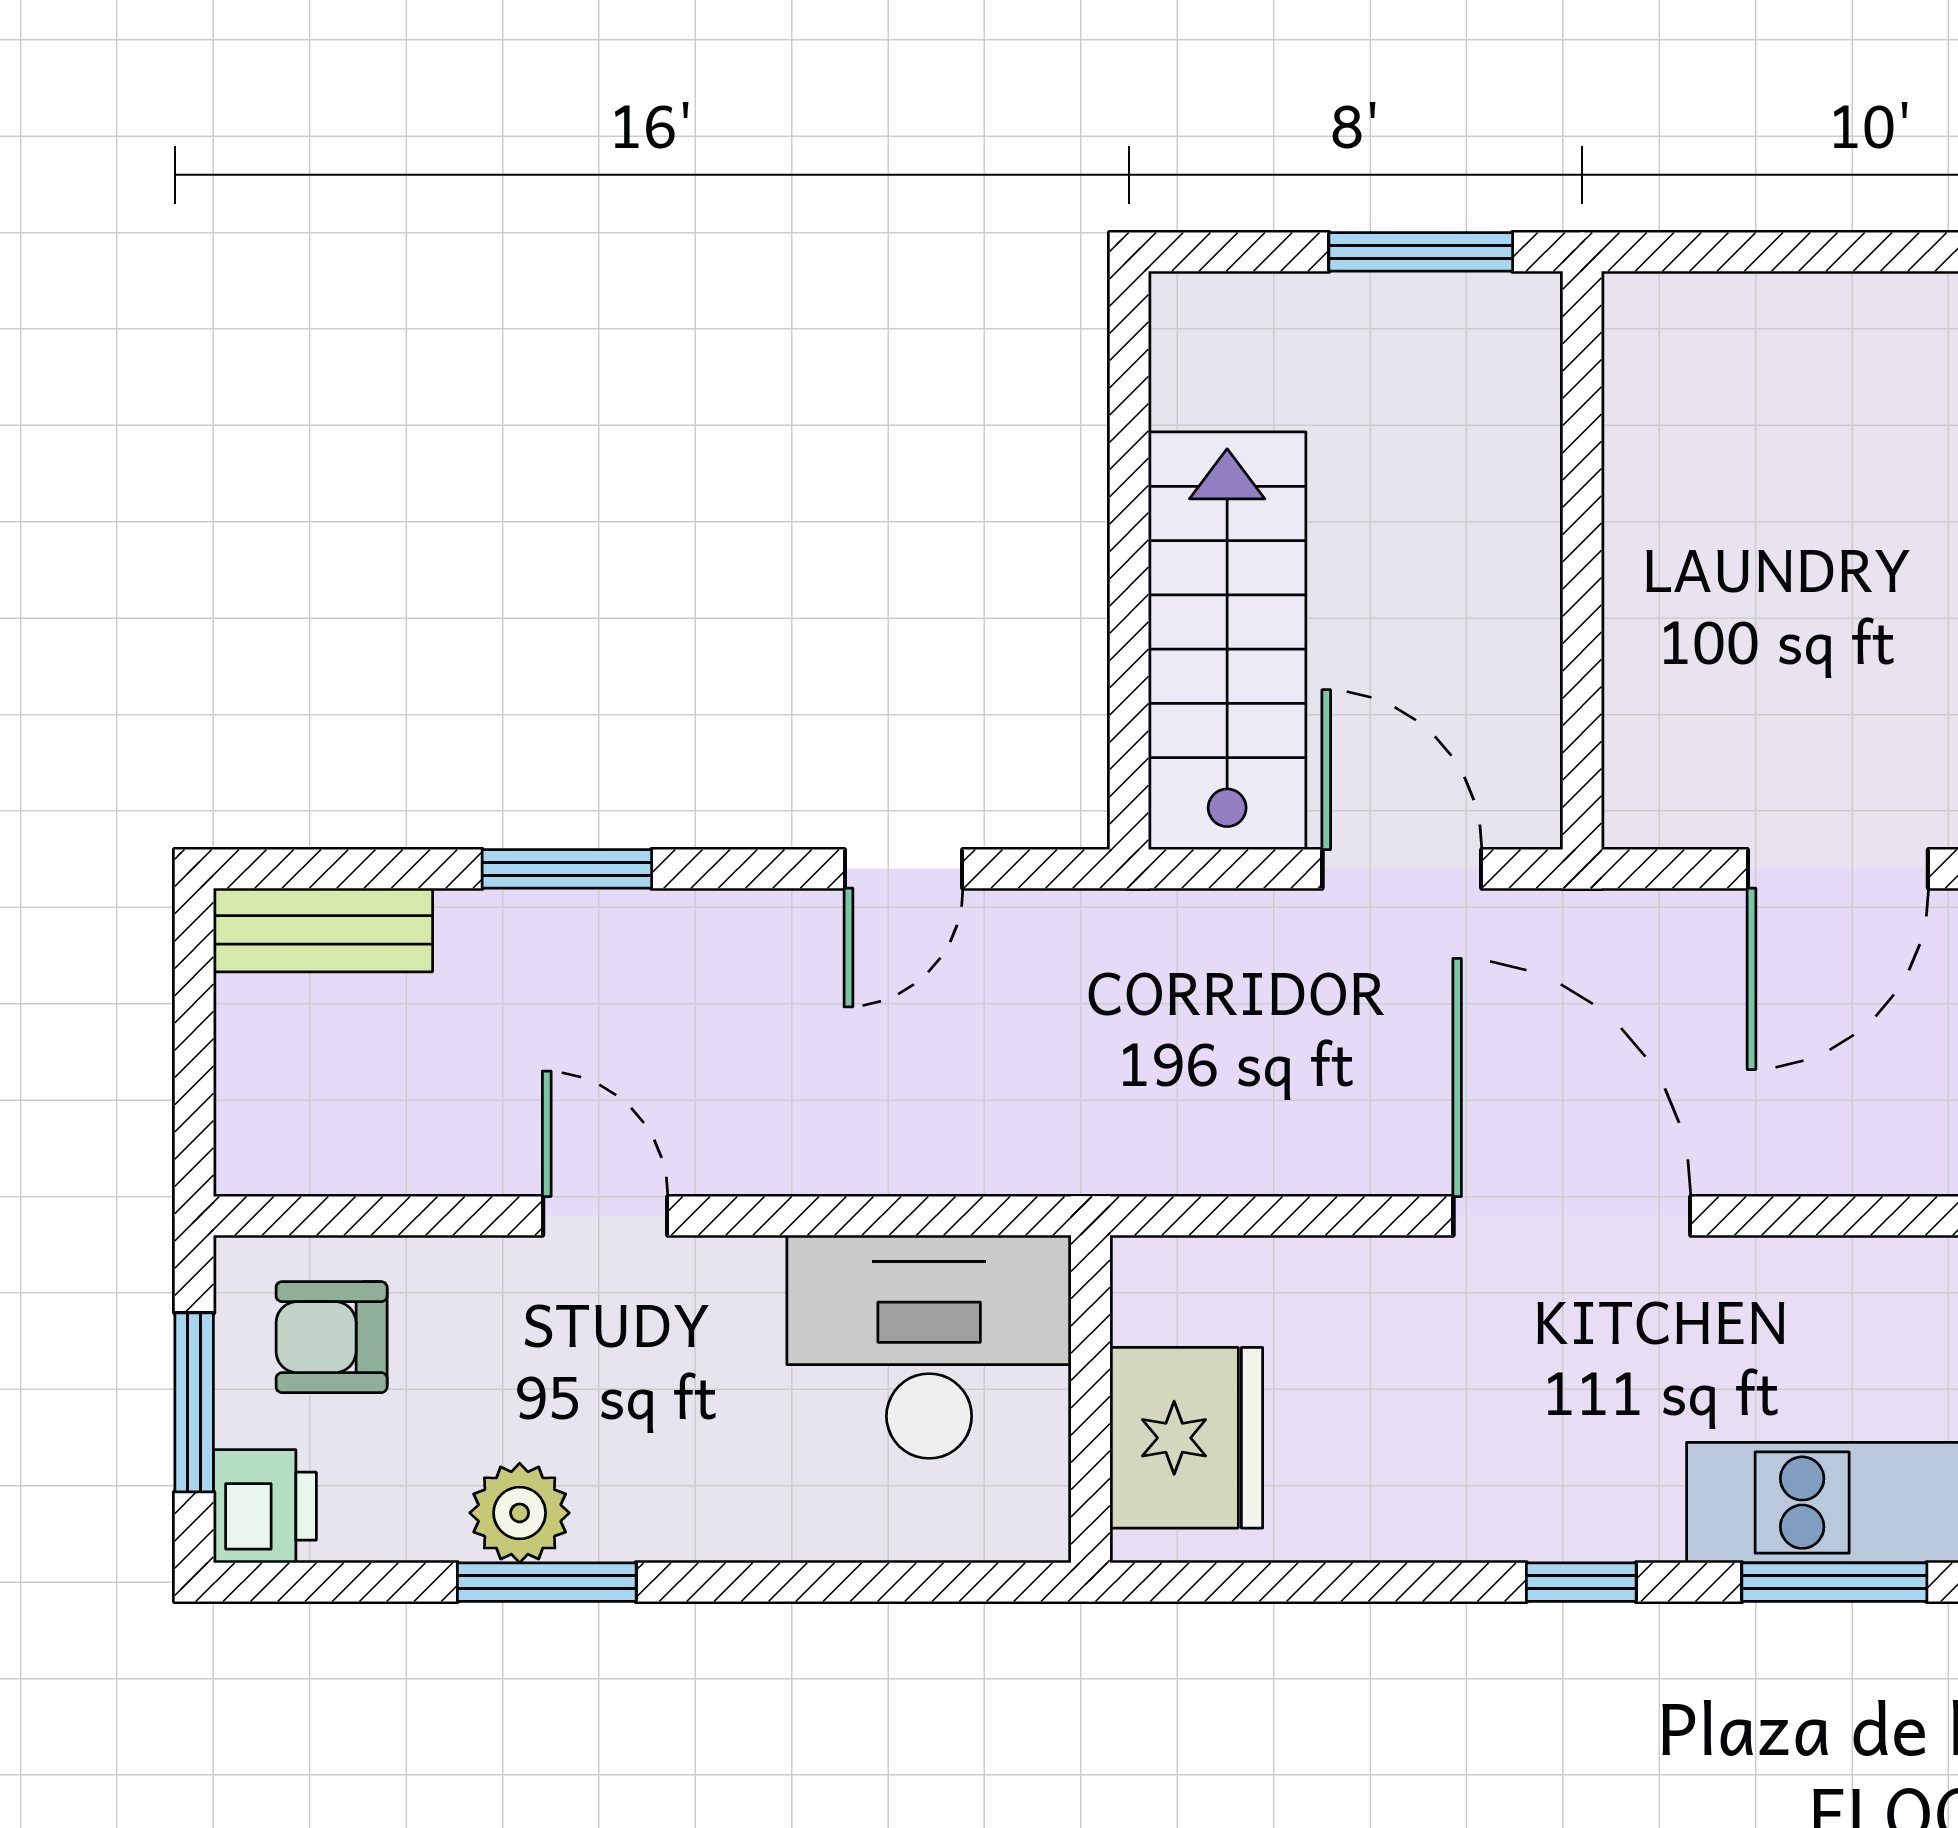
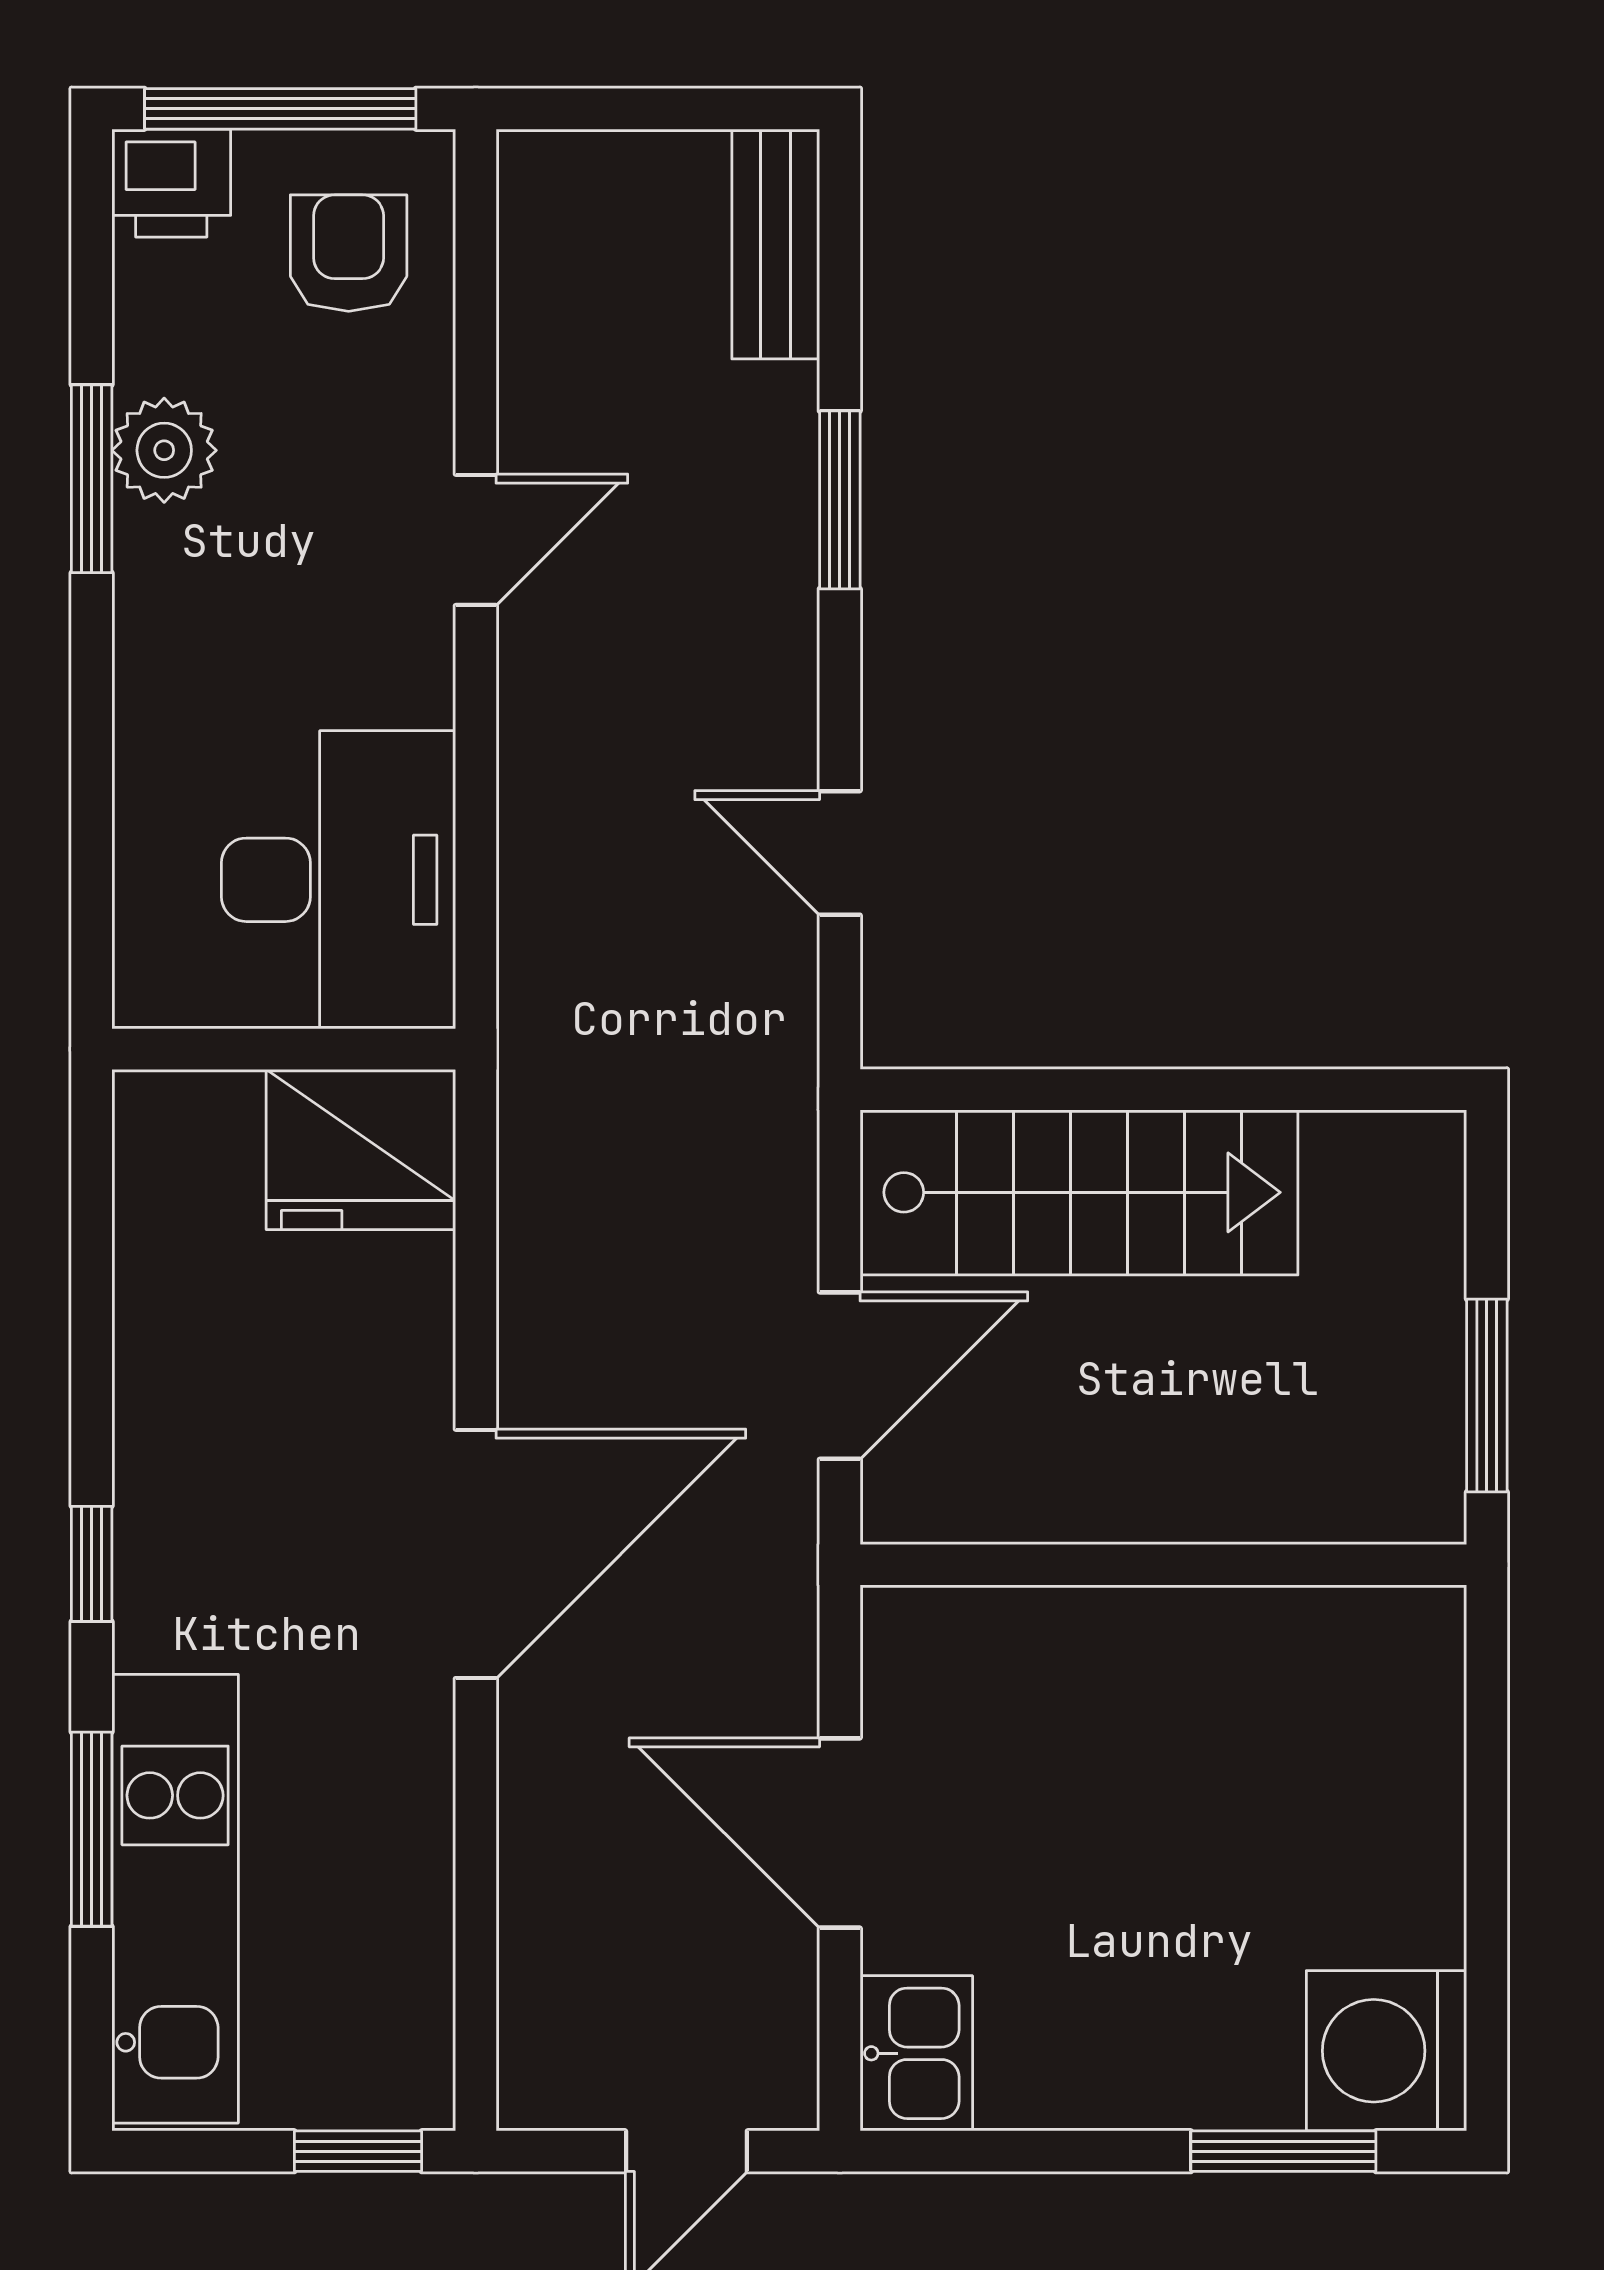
window: (194, 1402) -> (280, 109), width x1.44
fridge: (1186, 1438) -> (361, 1150), moved

